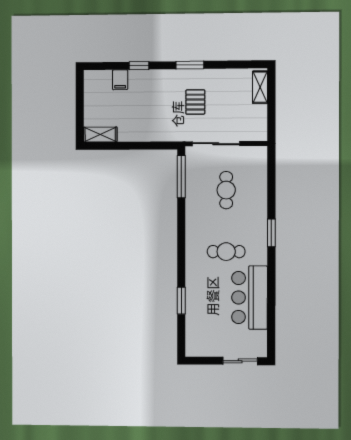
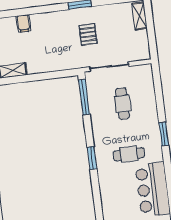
window: (139, 66) -> (38, 10), removed
window: (181, 301) -> (92, 158), moved

